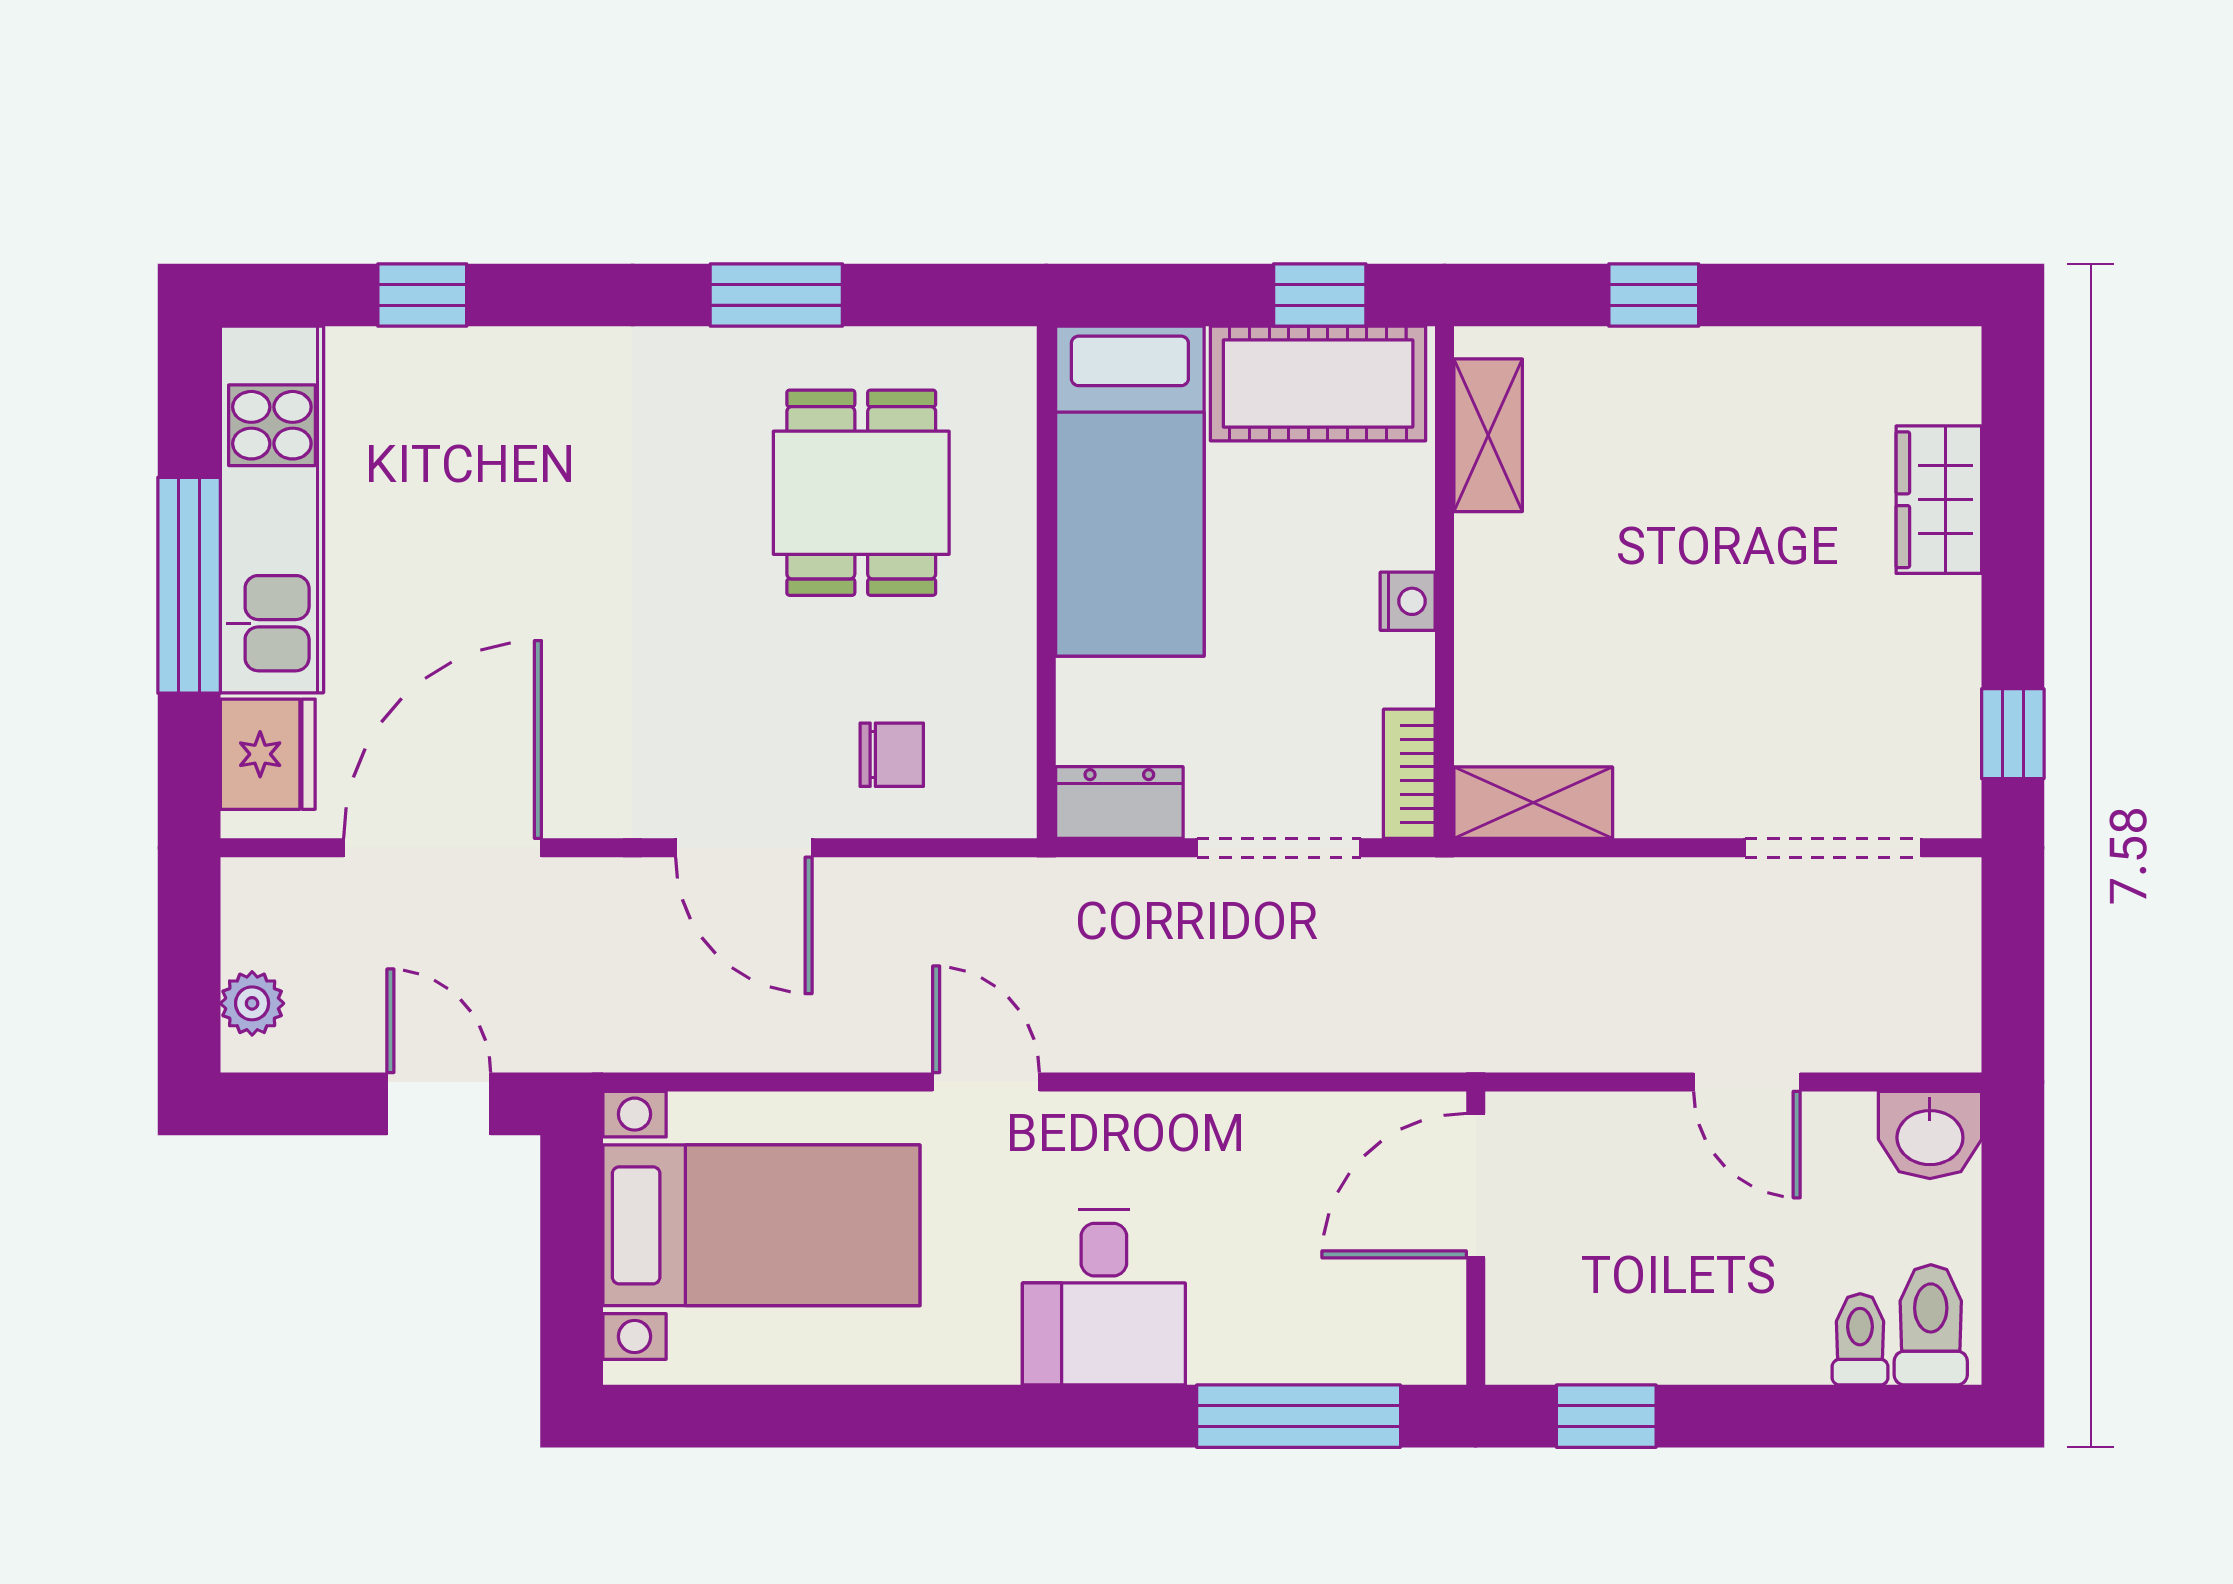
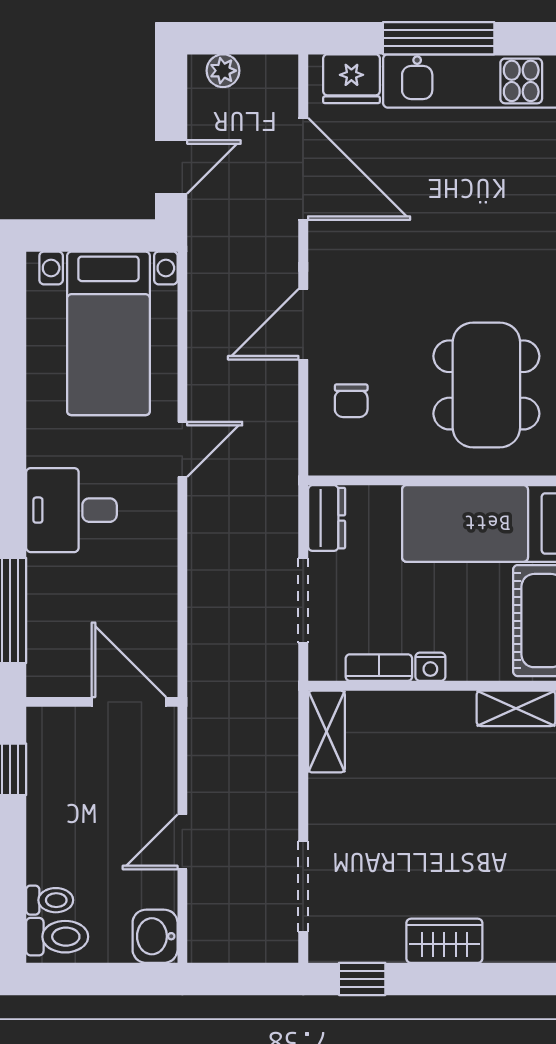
dining table: (861, 493) -> (486, 385), width x1.38
wardrobe: (1939, 500) -> (444, 941), moved
bookcase: (1409, 774) -> (379, 668), moved

